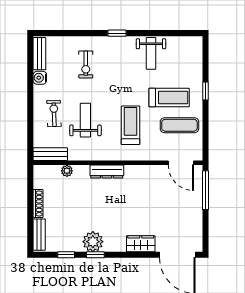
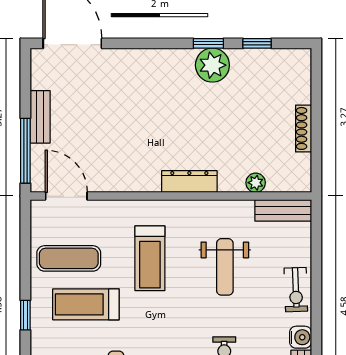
exercise bike: (54, 113) -> (296, 290), moved
bench: (39, 235) -> (40, 117), moved
wardrobe: (141, 244) -> (133, 62), removed

